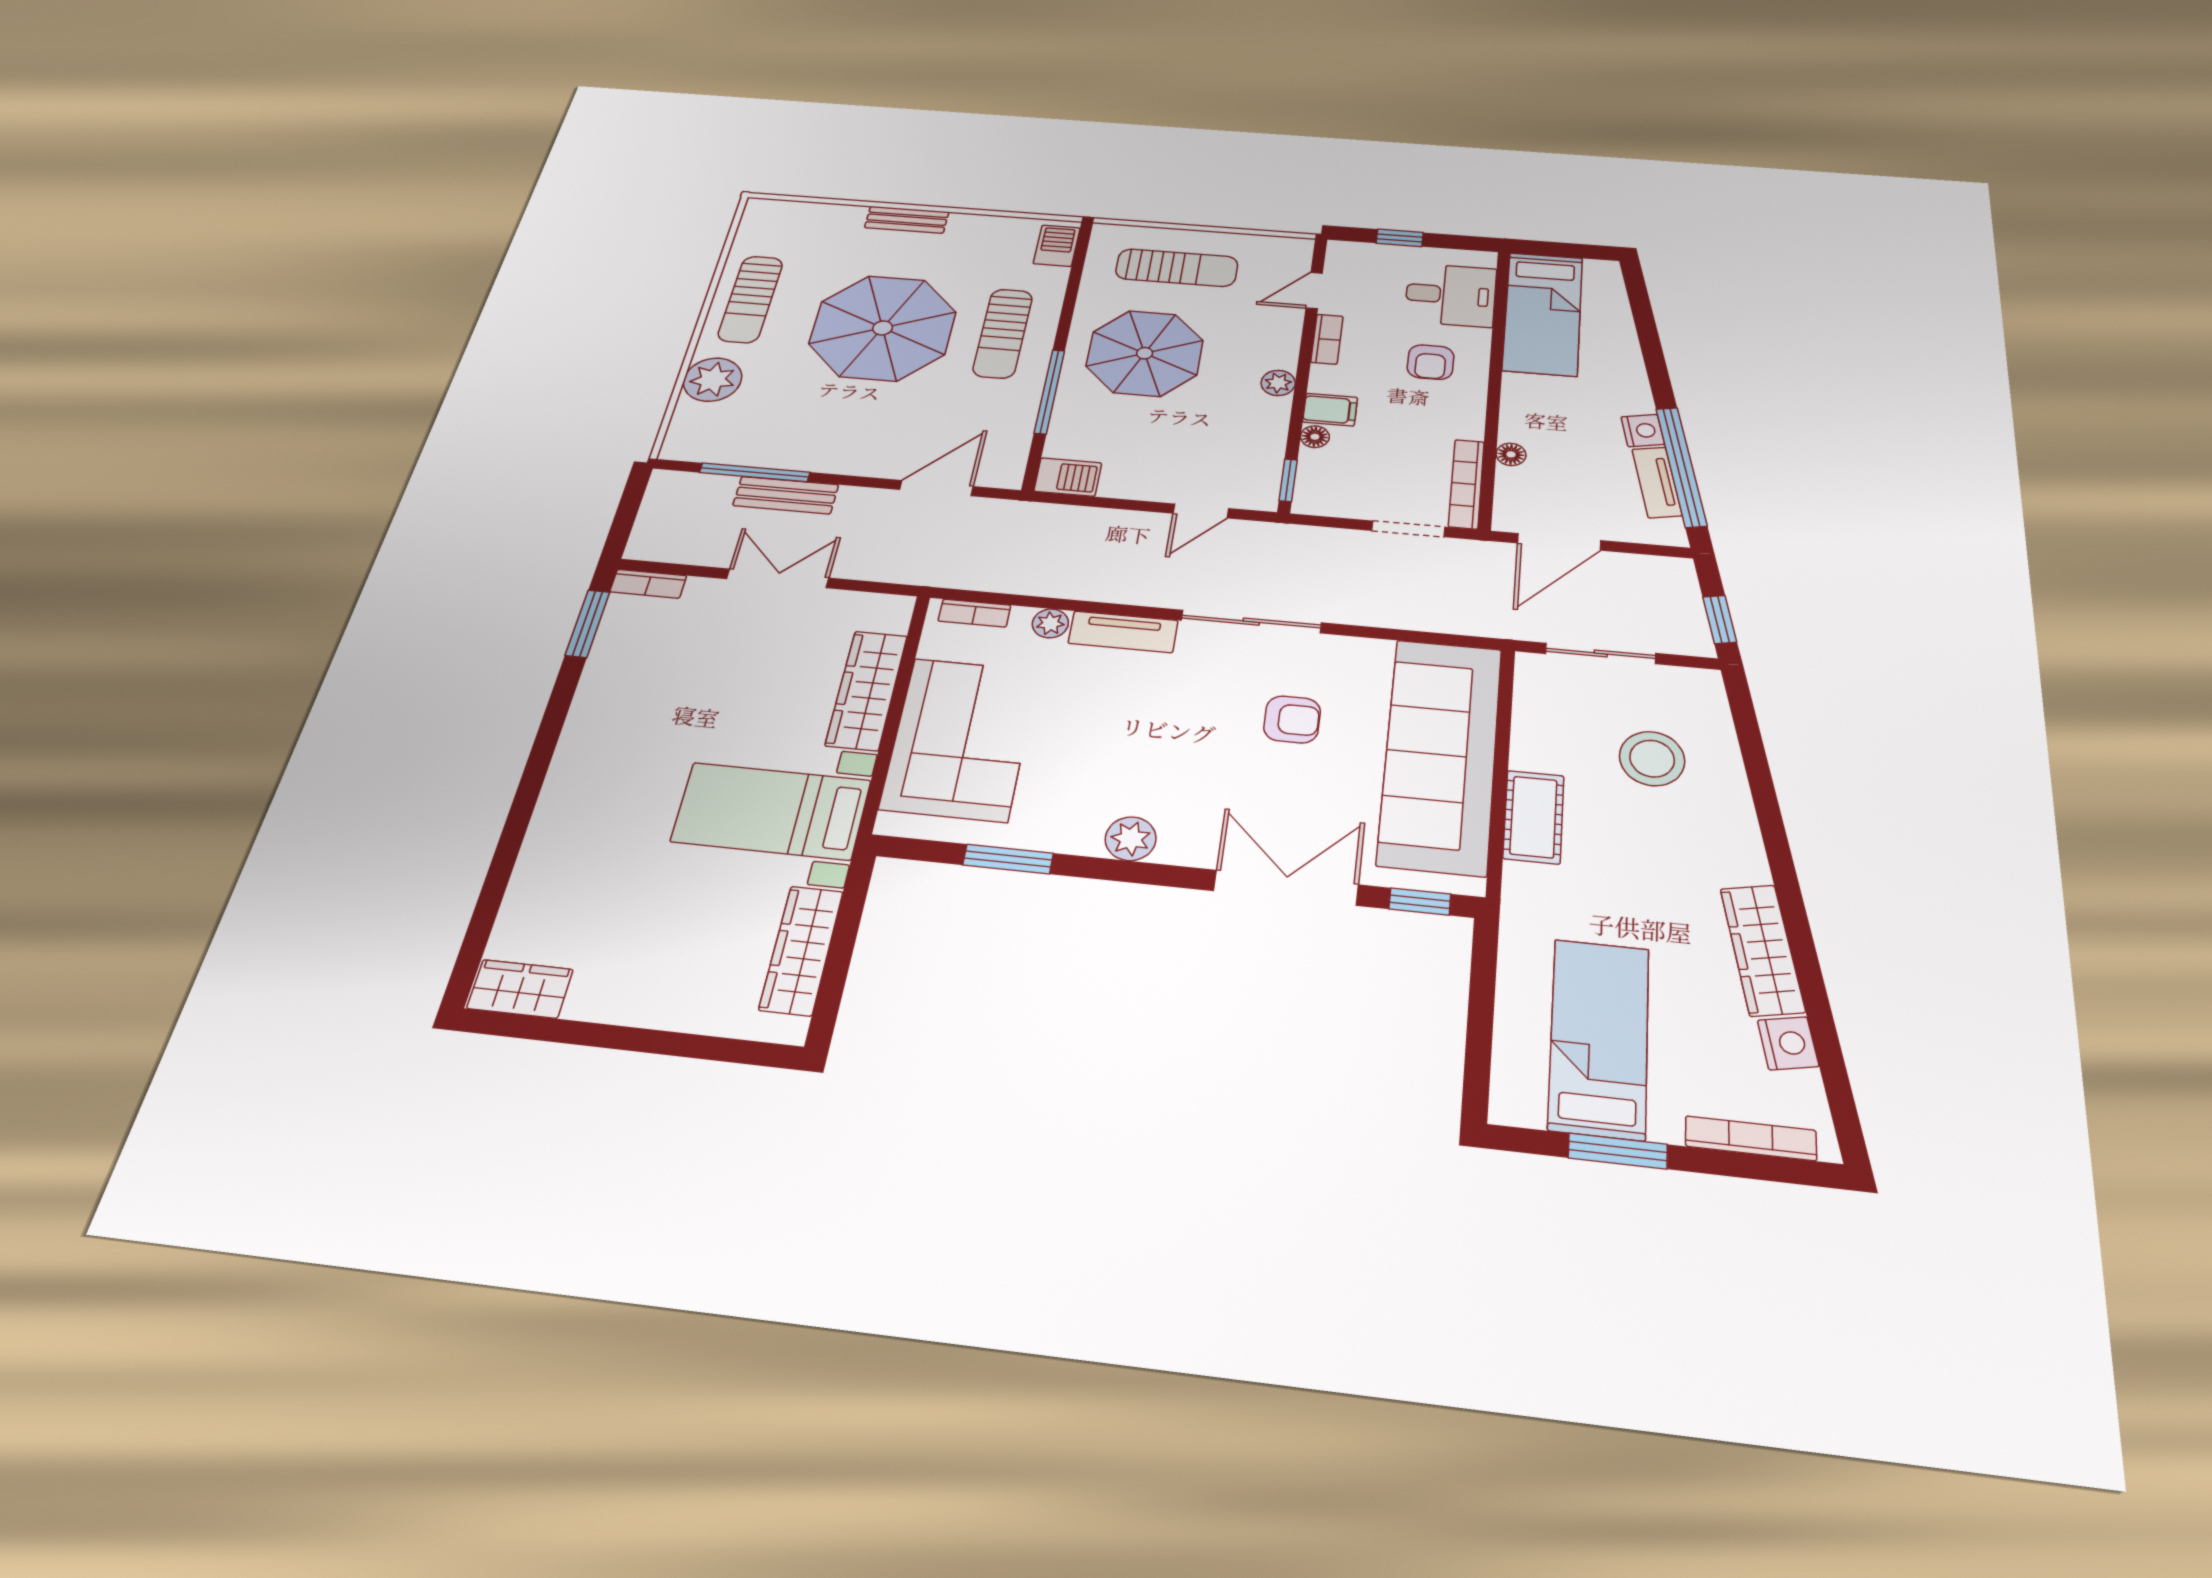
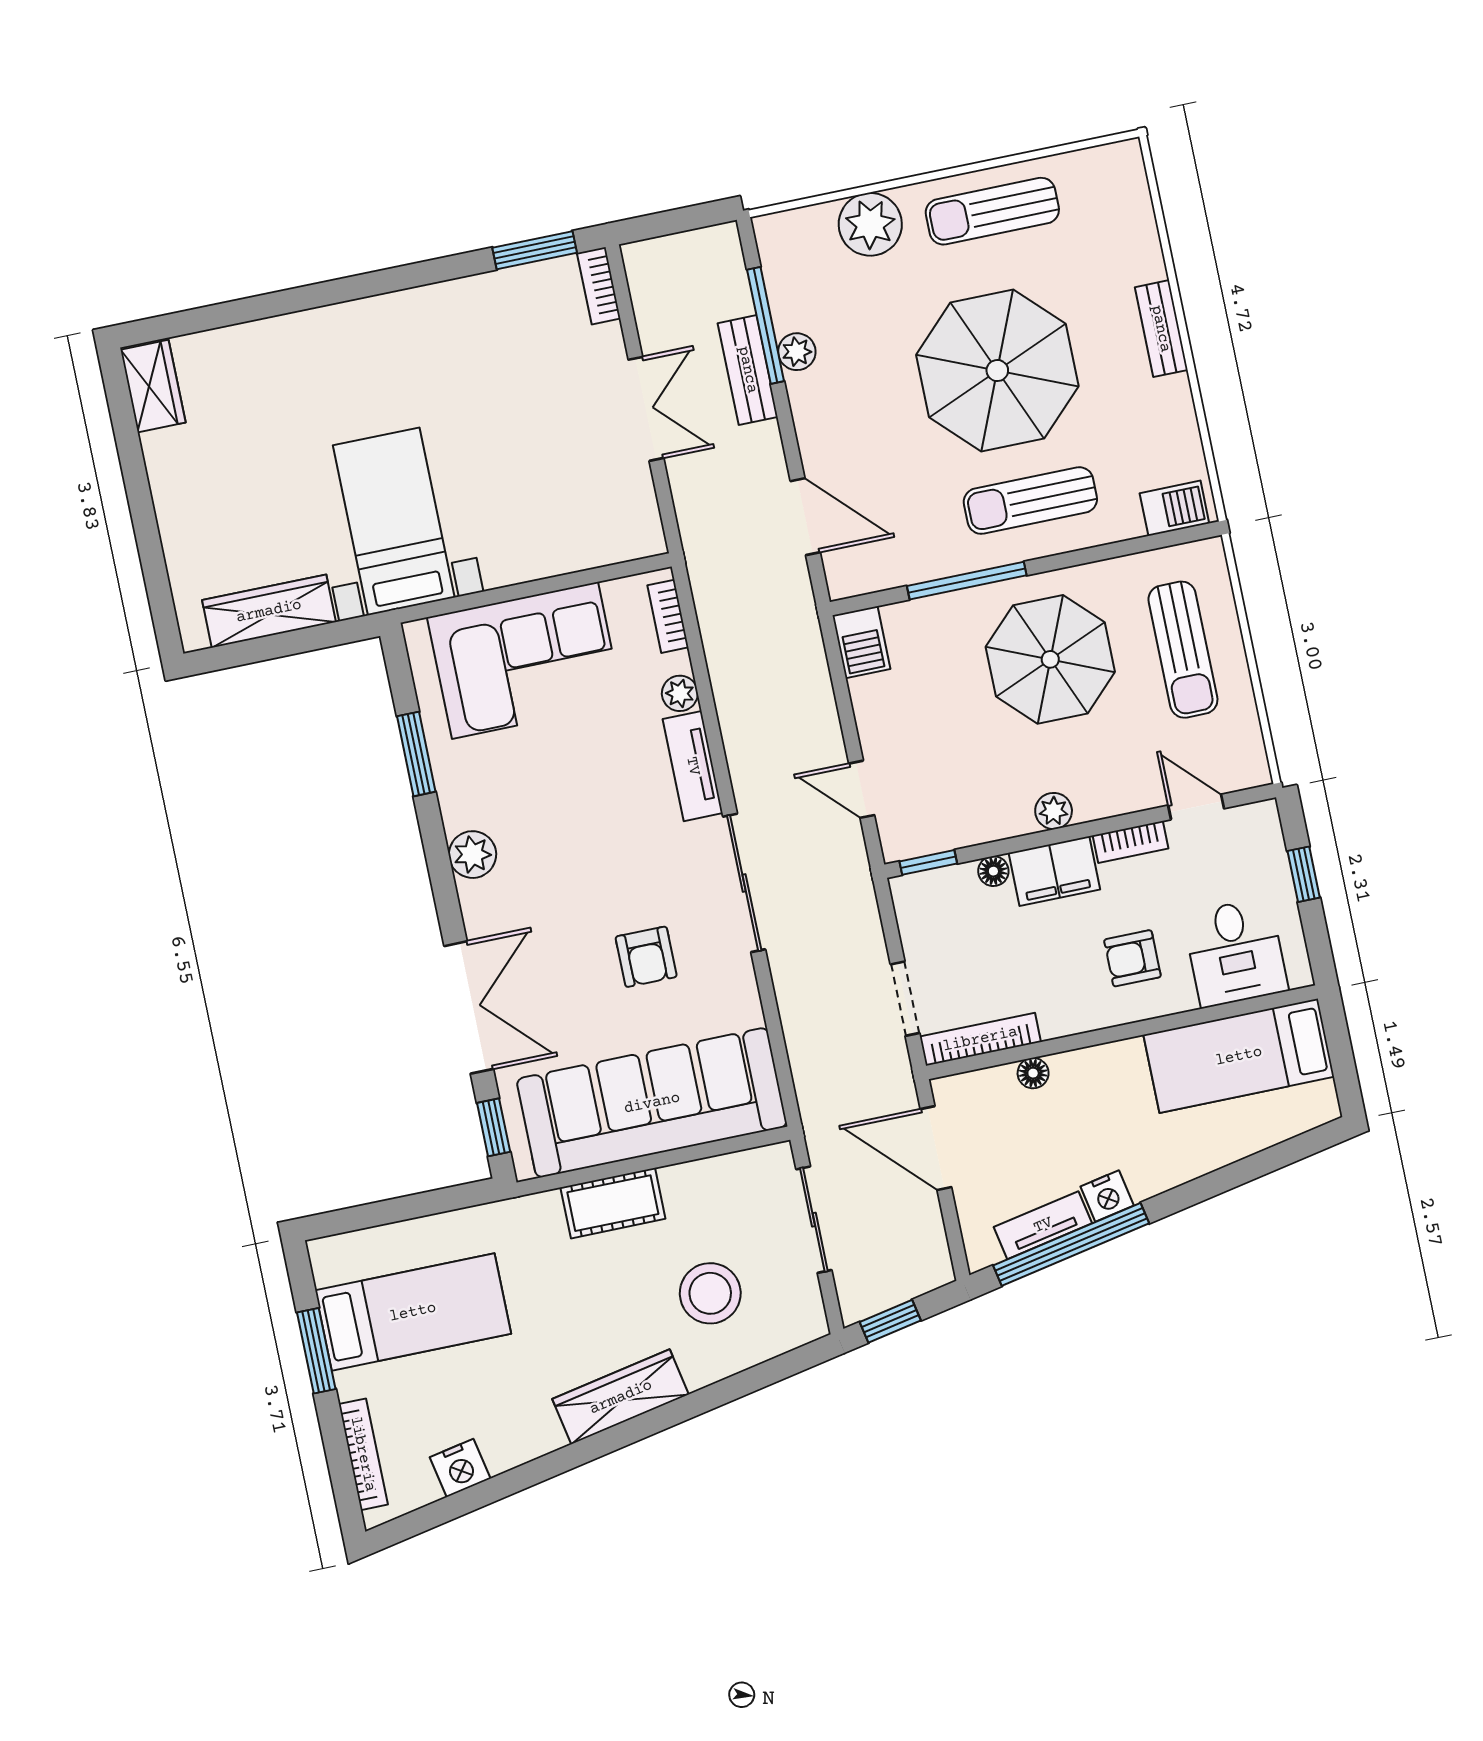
filing cabinet: (1330, 410) -> (1054, 871), width x2.00
plant: (790, 457) -> (797, 352), added
wardrobe: (867, 690) -> (548, 551), removed
wardrobe: (1762, 950) -> (621, 1397), moved

